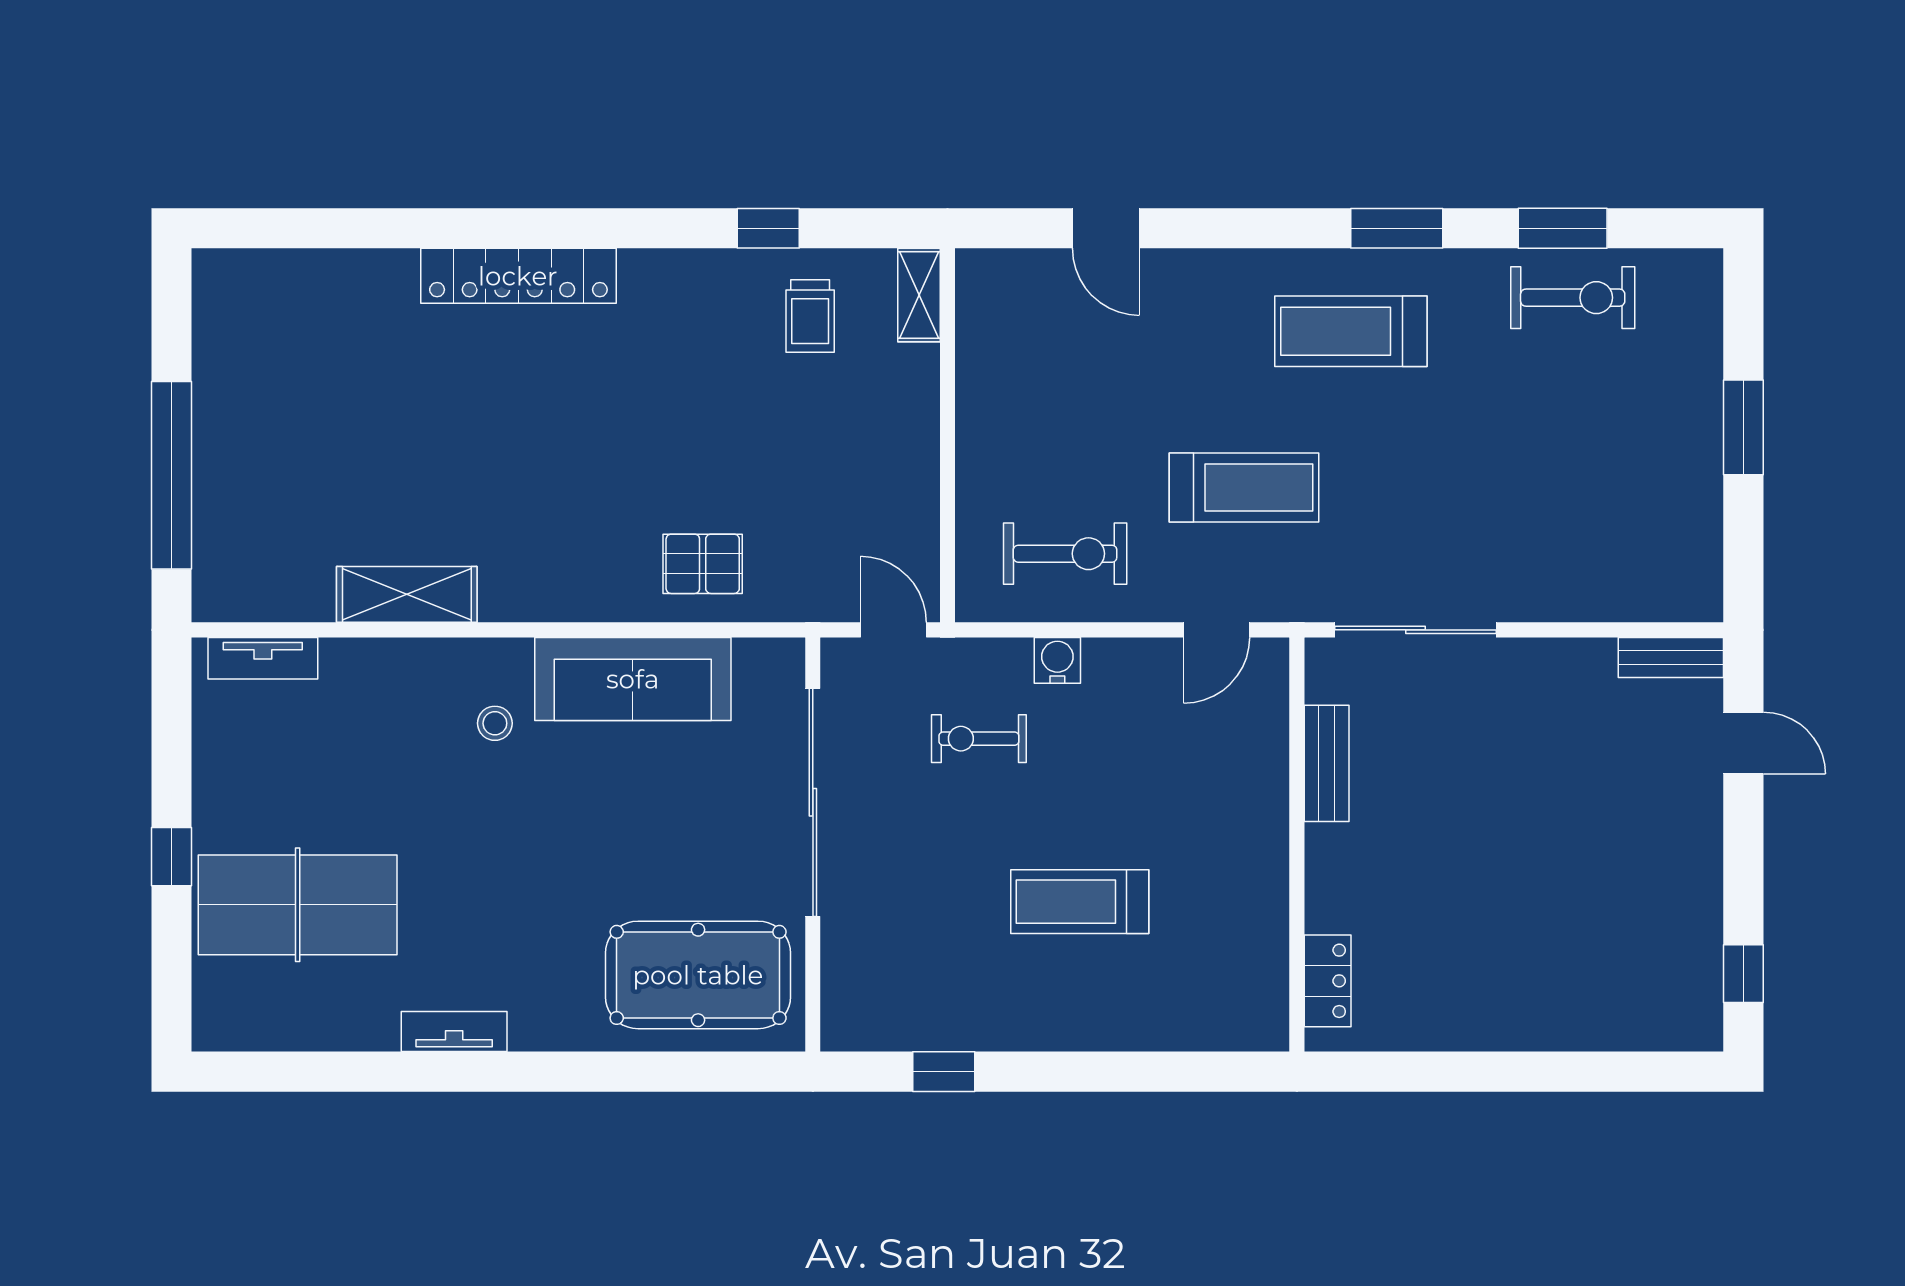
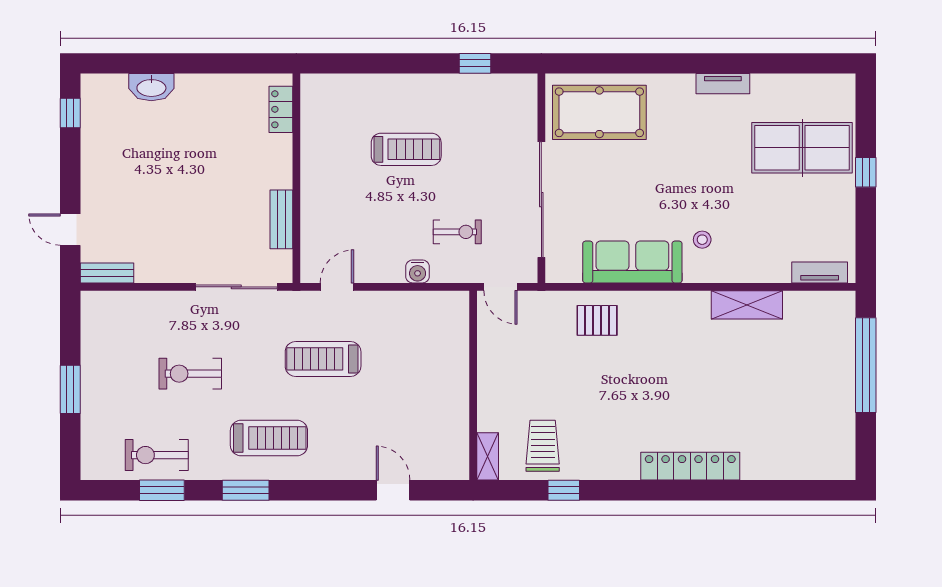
trolley: (810, 316) -> (543, 446), width x1.36, depth x1.39
exercise bike: (1065, 554) -> (190, 374), moved
washbasin: (1583, 1024) -> (151, 87), added

